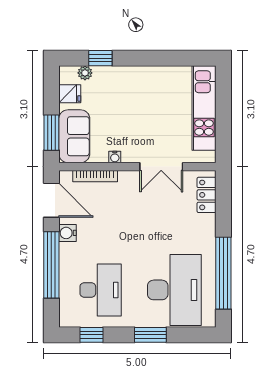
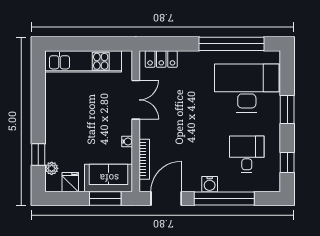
water cooler: (67, 233) -> (210, 184), moved
desk: (101, 290) -> (247, 154), width x0.73

